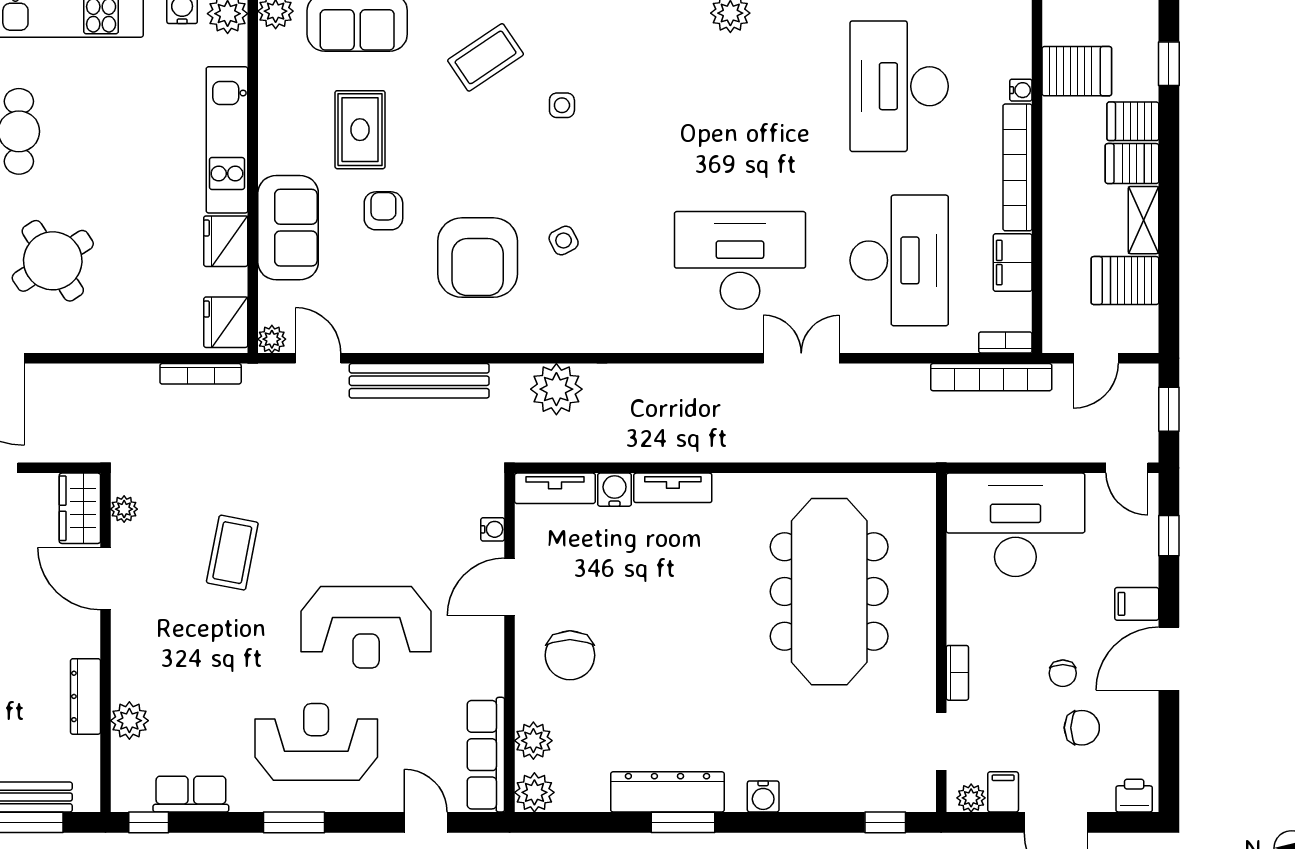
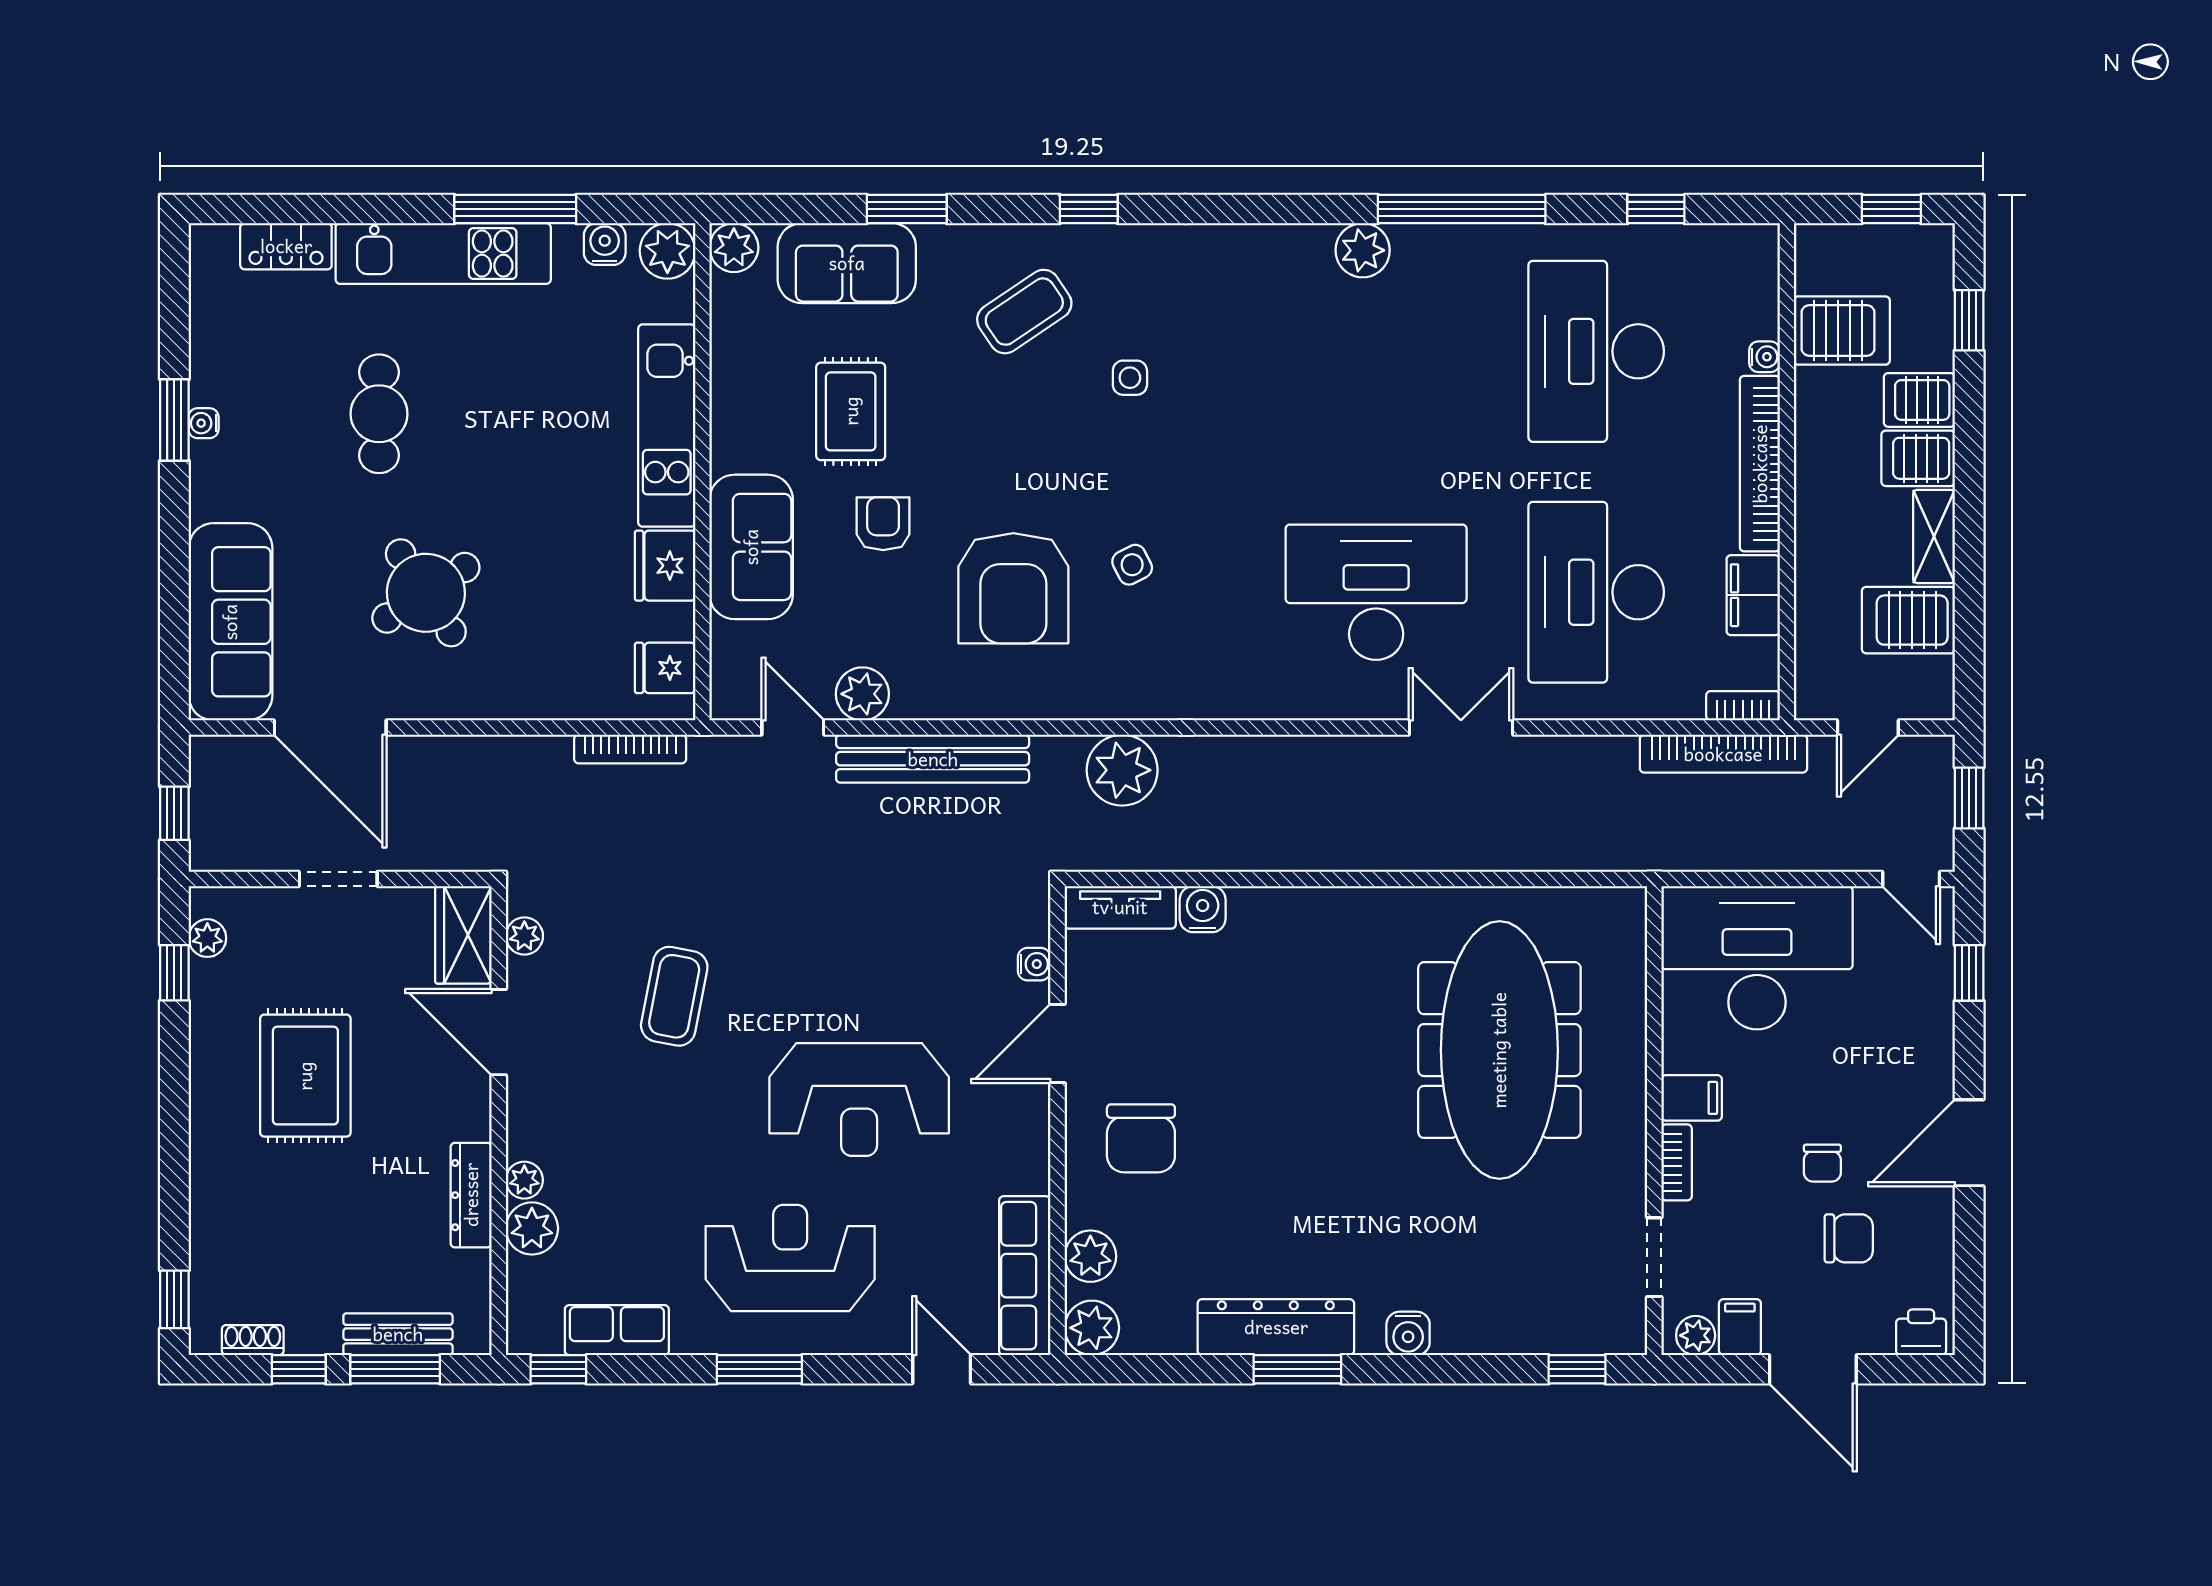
desk: (899, 260) -> (1596, 592), turned 180
fridge: (226, 322) -> (665, 668), width x0.72
plant: (272, 339) -> (862, 694), moved, width x1.38, depth x1.38
tv unit: (673, 488) -> (1283, 907), removed
filing cabinet: (1137, 604) -> (1692, 1098), moved, turned 180
plant: (124, 686) -> (524, 1180), added

